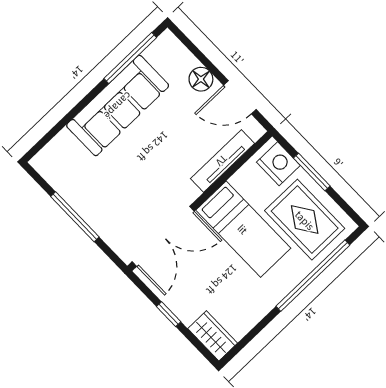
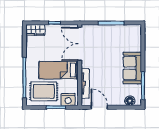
floor lamp: (201, 79) -> (130, 101), moved
door: (240, 97) -> (99, 107), hinge flipped
sofa: (118, 106) -> (132, 68), width x0.73

